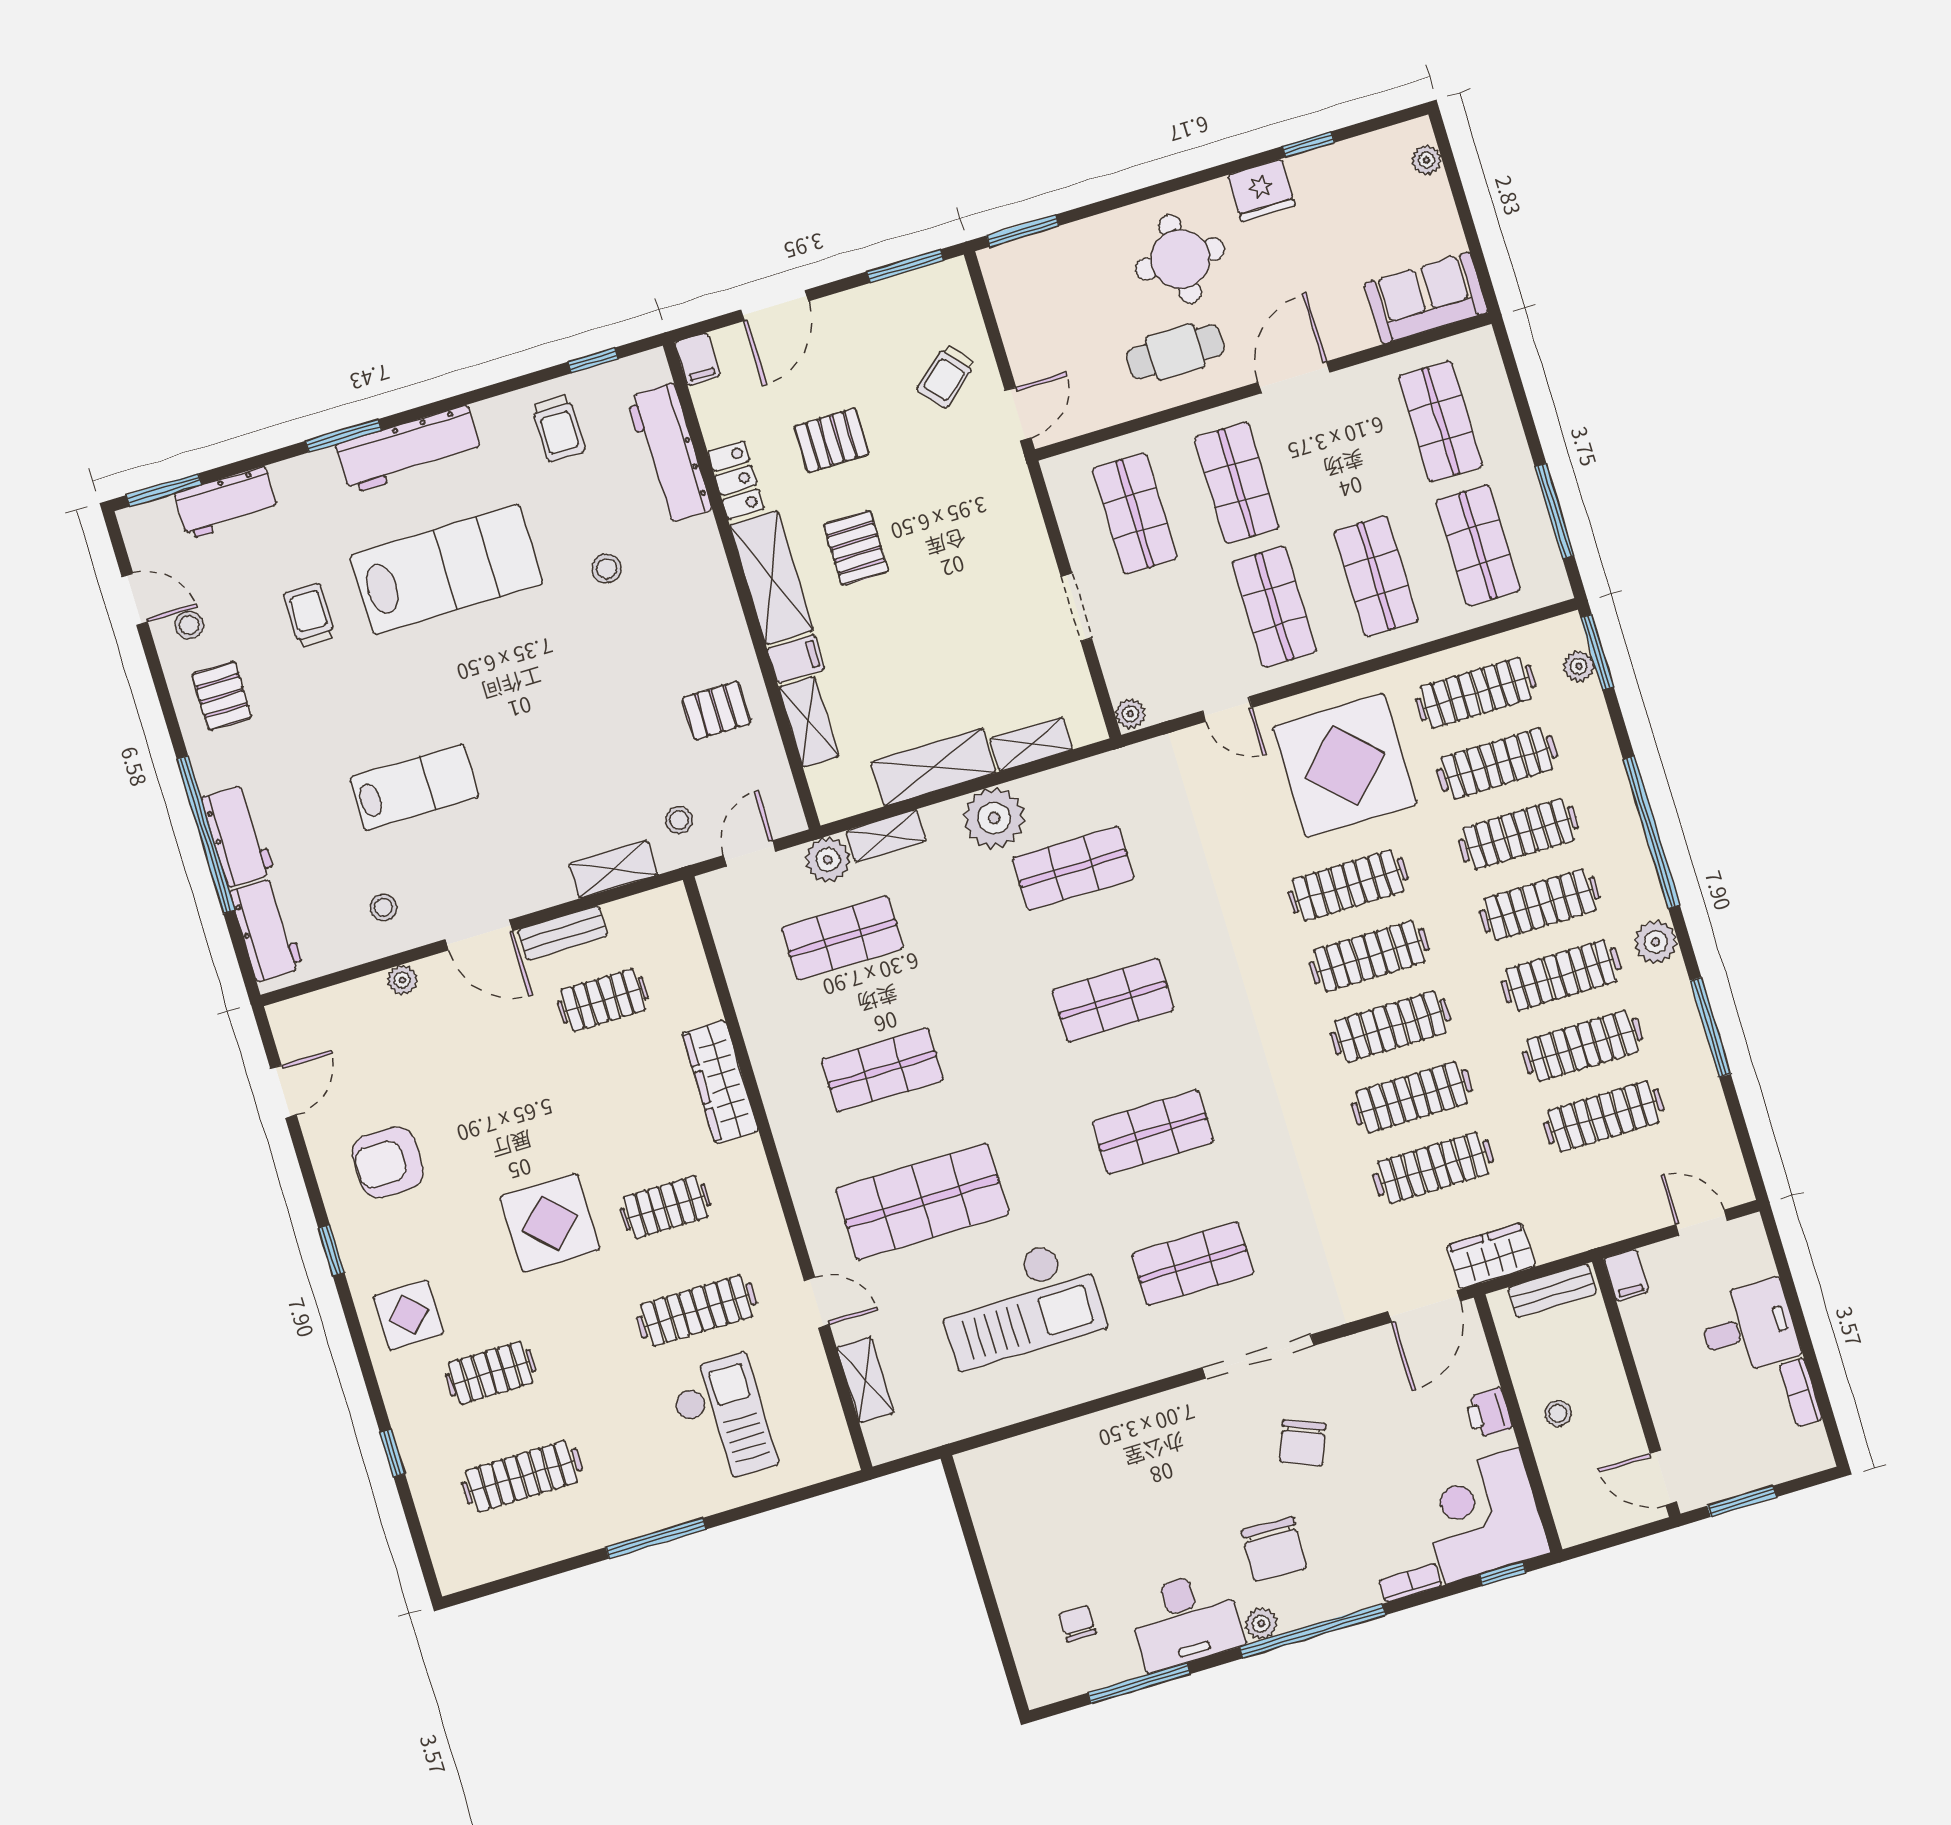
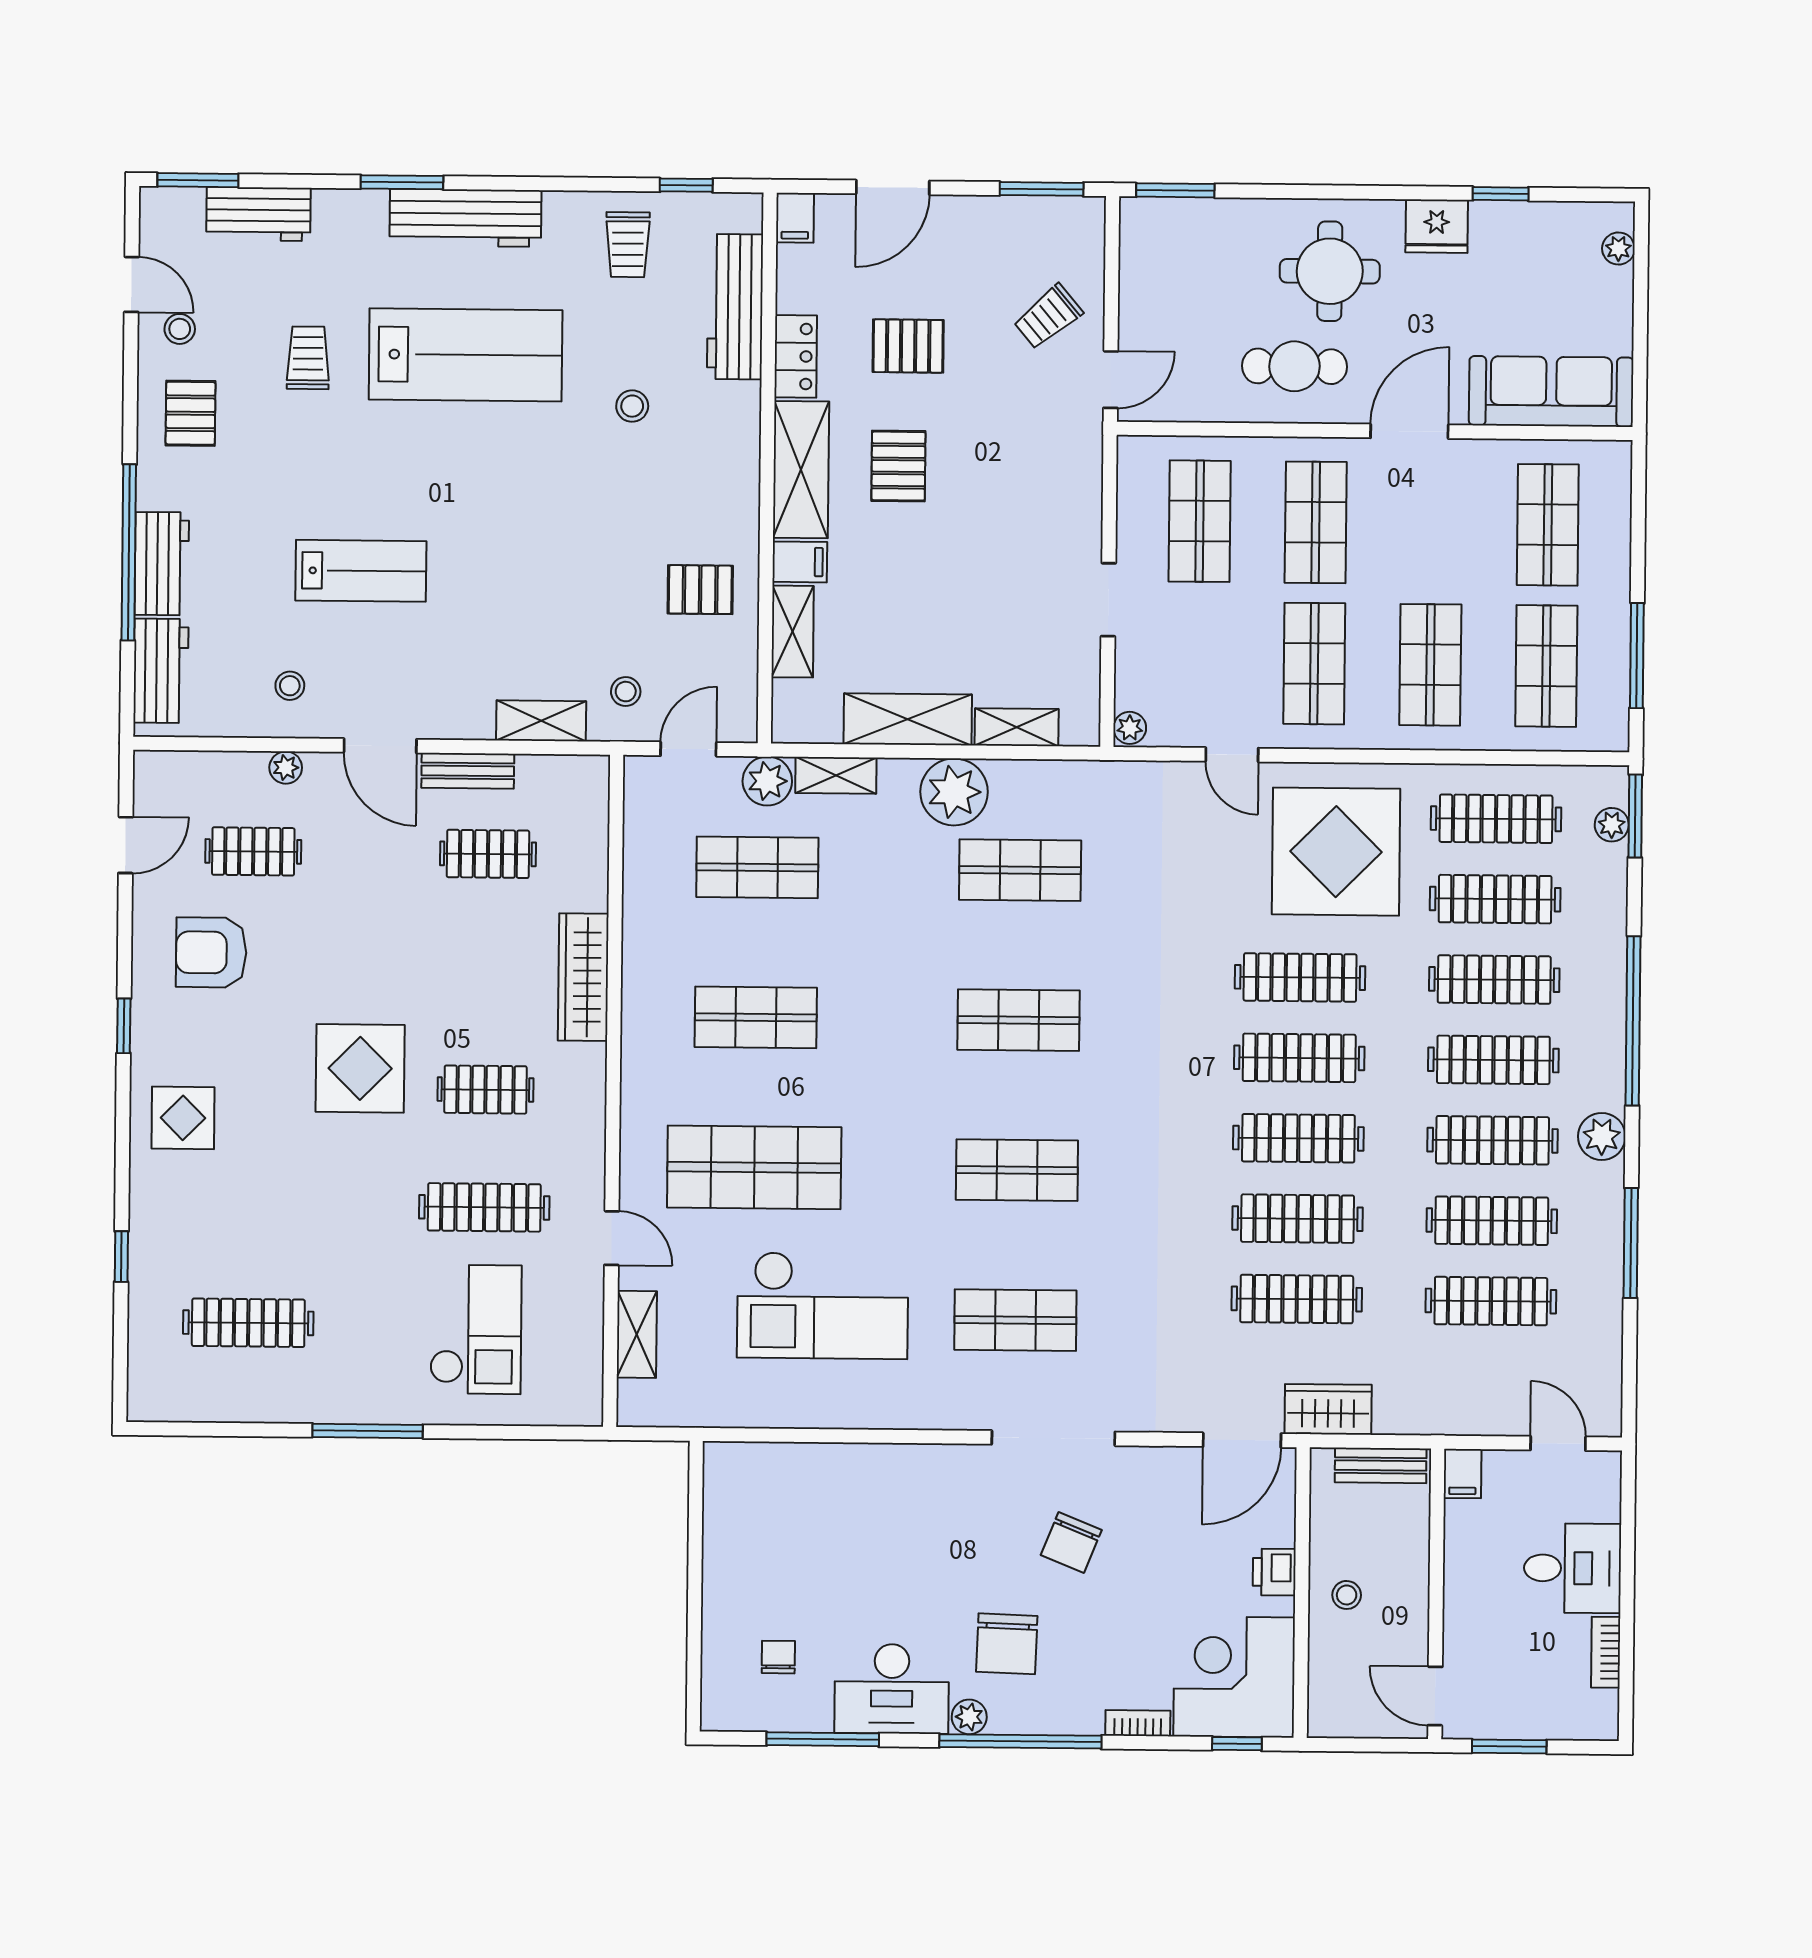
sofa: (1426, 298) -> (1551, 391), width x1.36
clothes rail: (491, 1373) -> (253, 851), moved

